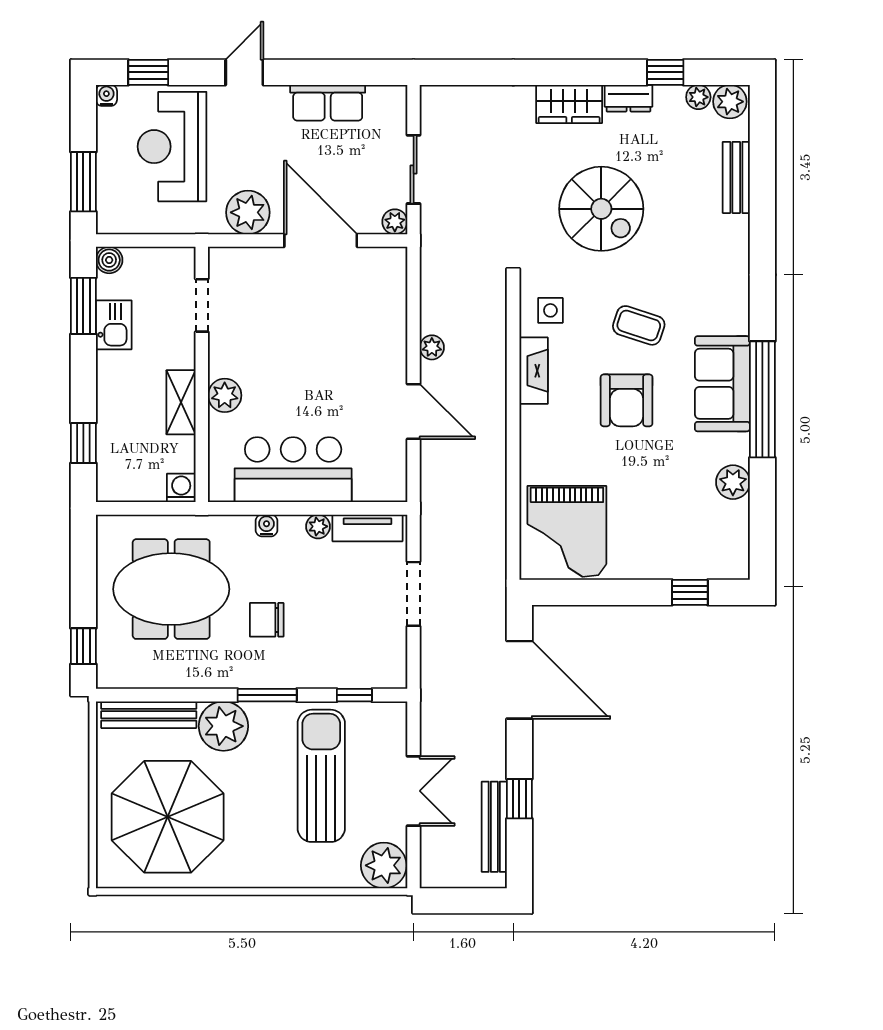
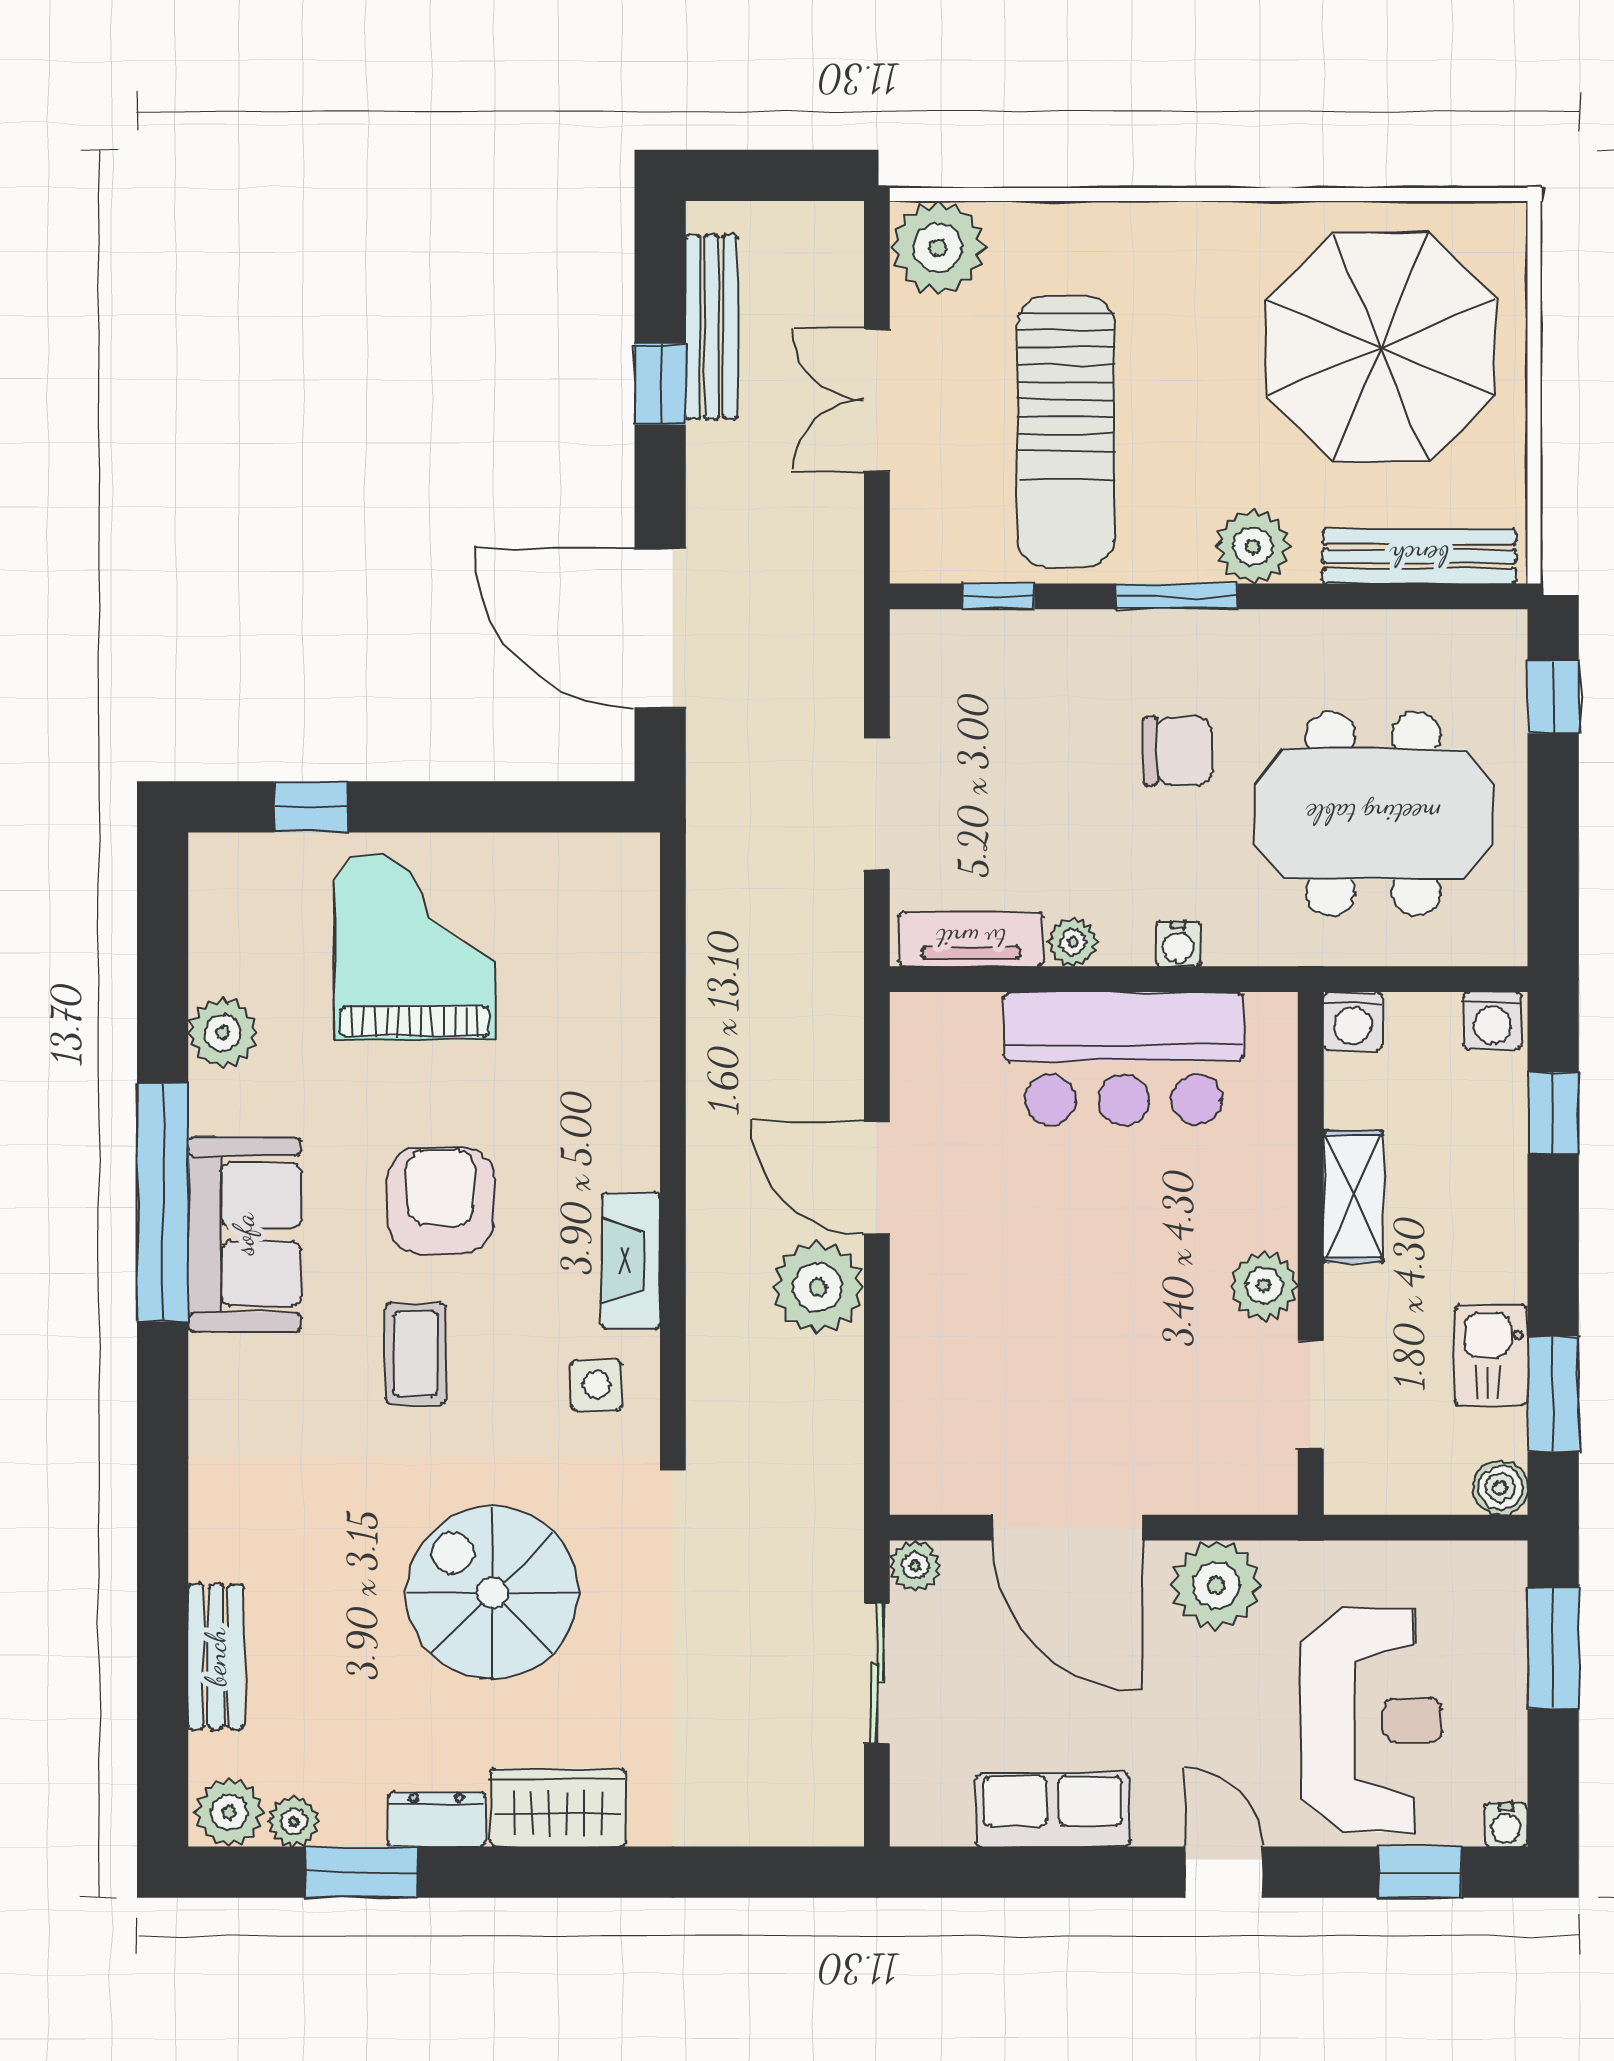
door: (244, 72) -> (1223, 1872), swing flipped
window: (665, 72) -> (361, 1872), width x1.50
coffee table: (639, 325) -> (416, 1354), turned 72
plant: (432, 347) -> (818, 1287), width x1.88, depth x1.88
plant: (225, 395) -> (1264, 1285), moved
washing machine: (113, 488) -> (1492, 1021), added
grand piano: (567, 531) -> (415, 947), moved
plant: (223, 726) -> (1253, 547), width x0.73, depth x0.73

